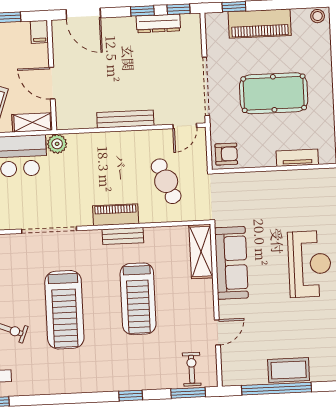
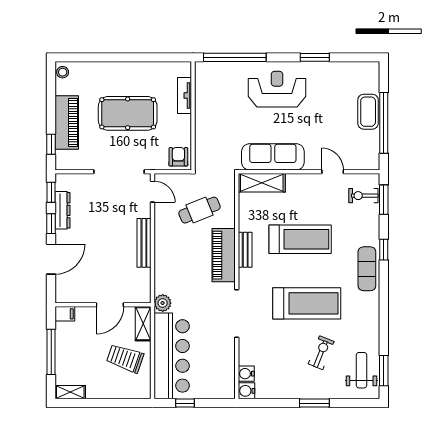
door: (83, 14) -> (51, 259), moved
pool table: (274, 93) -> (128, 113), turned 90
piano: (116, 215) -> (224, 255), width x1.37, depth x1.33
exercise mat: (108, 377) -> (367, 269), added

